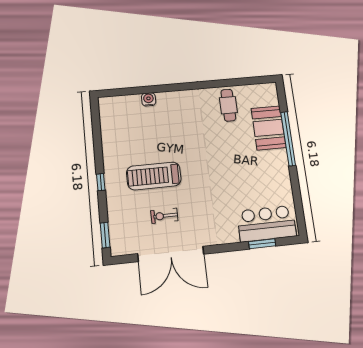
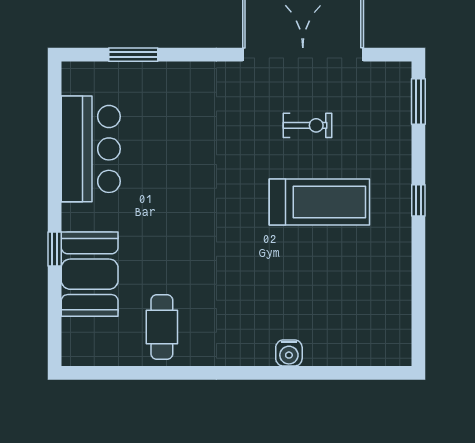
water cooler: (149, 99) -> (289, 353), moved
window: (288, 139) -> (55, 249), width x0.32
bar counter: (267, 224) -> (91, 149), moved, turned -90

